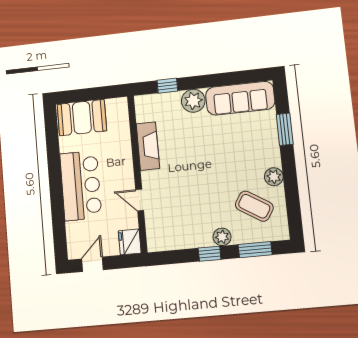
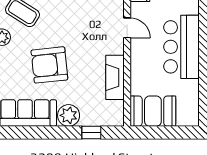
booth: (82, 118) -> (153, 111), moved
armchair: (219, 152) -> (49, 65), added

